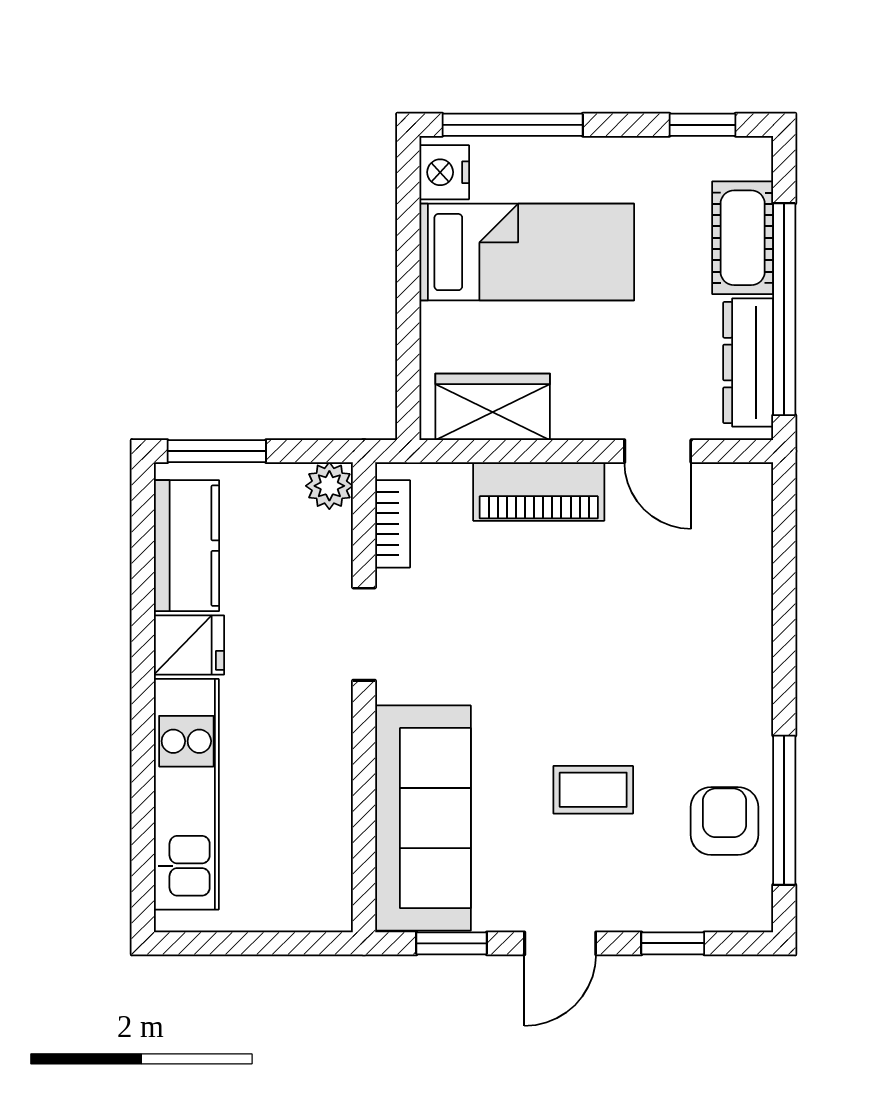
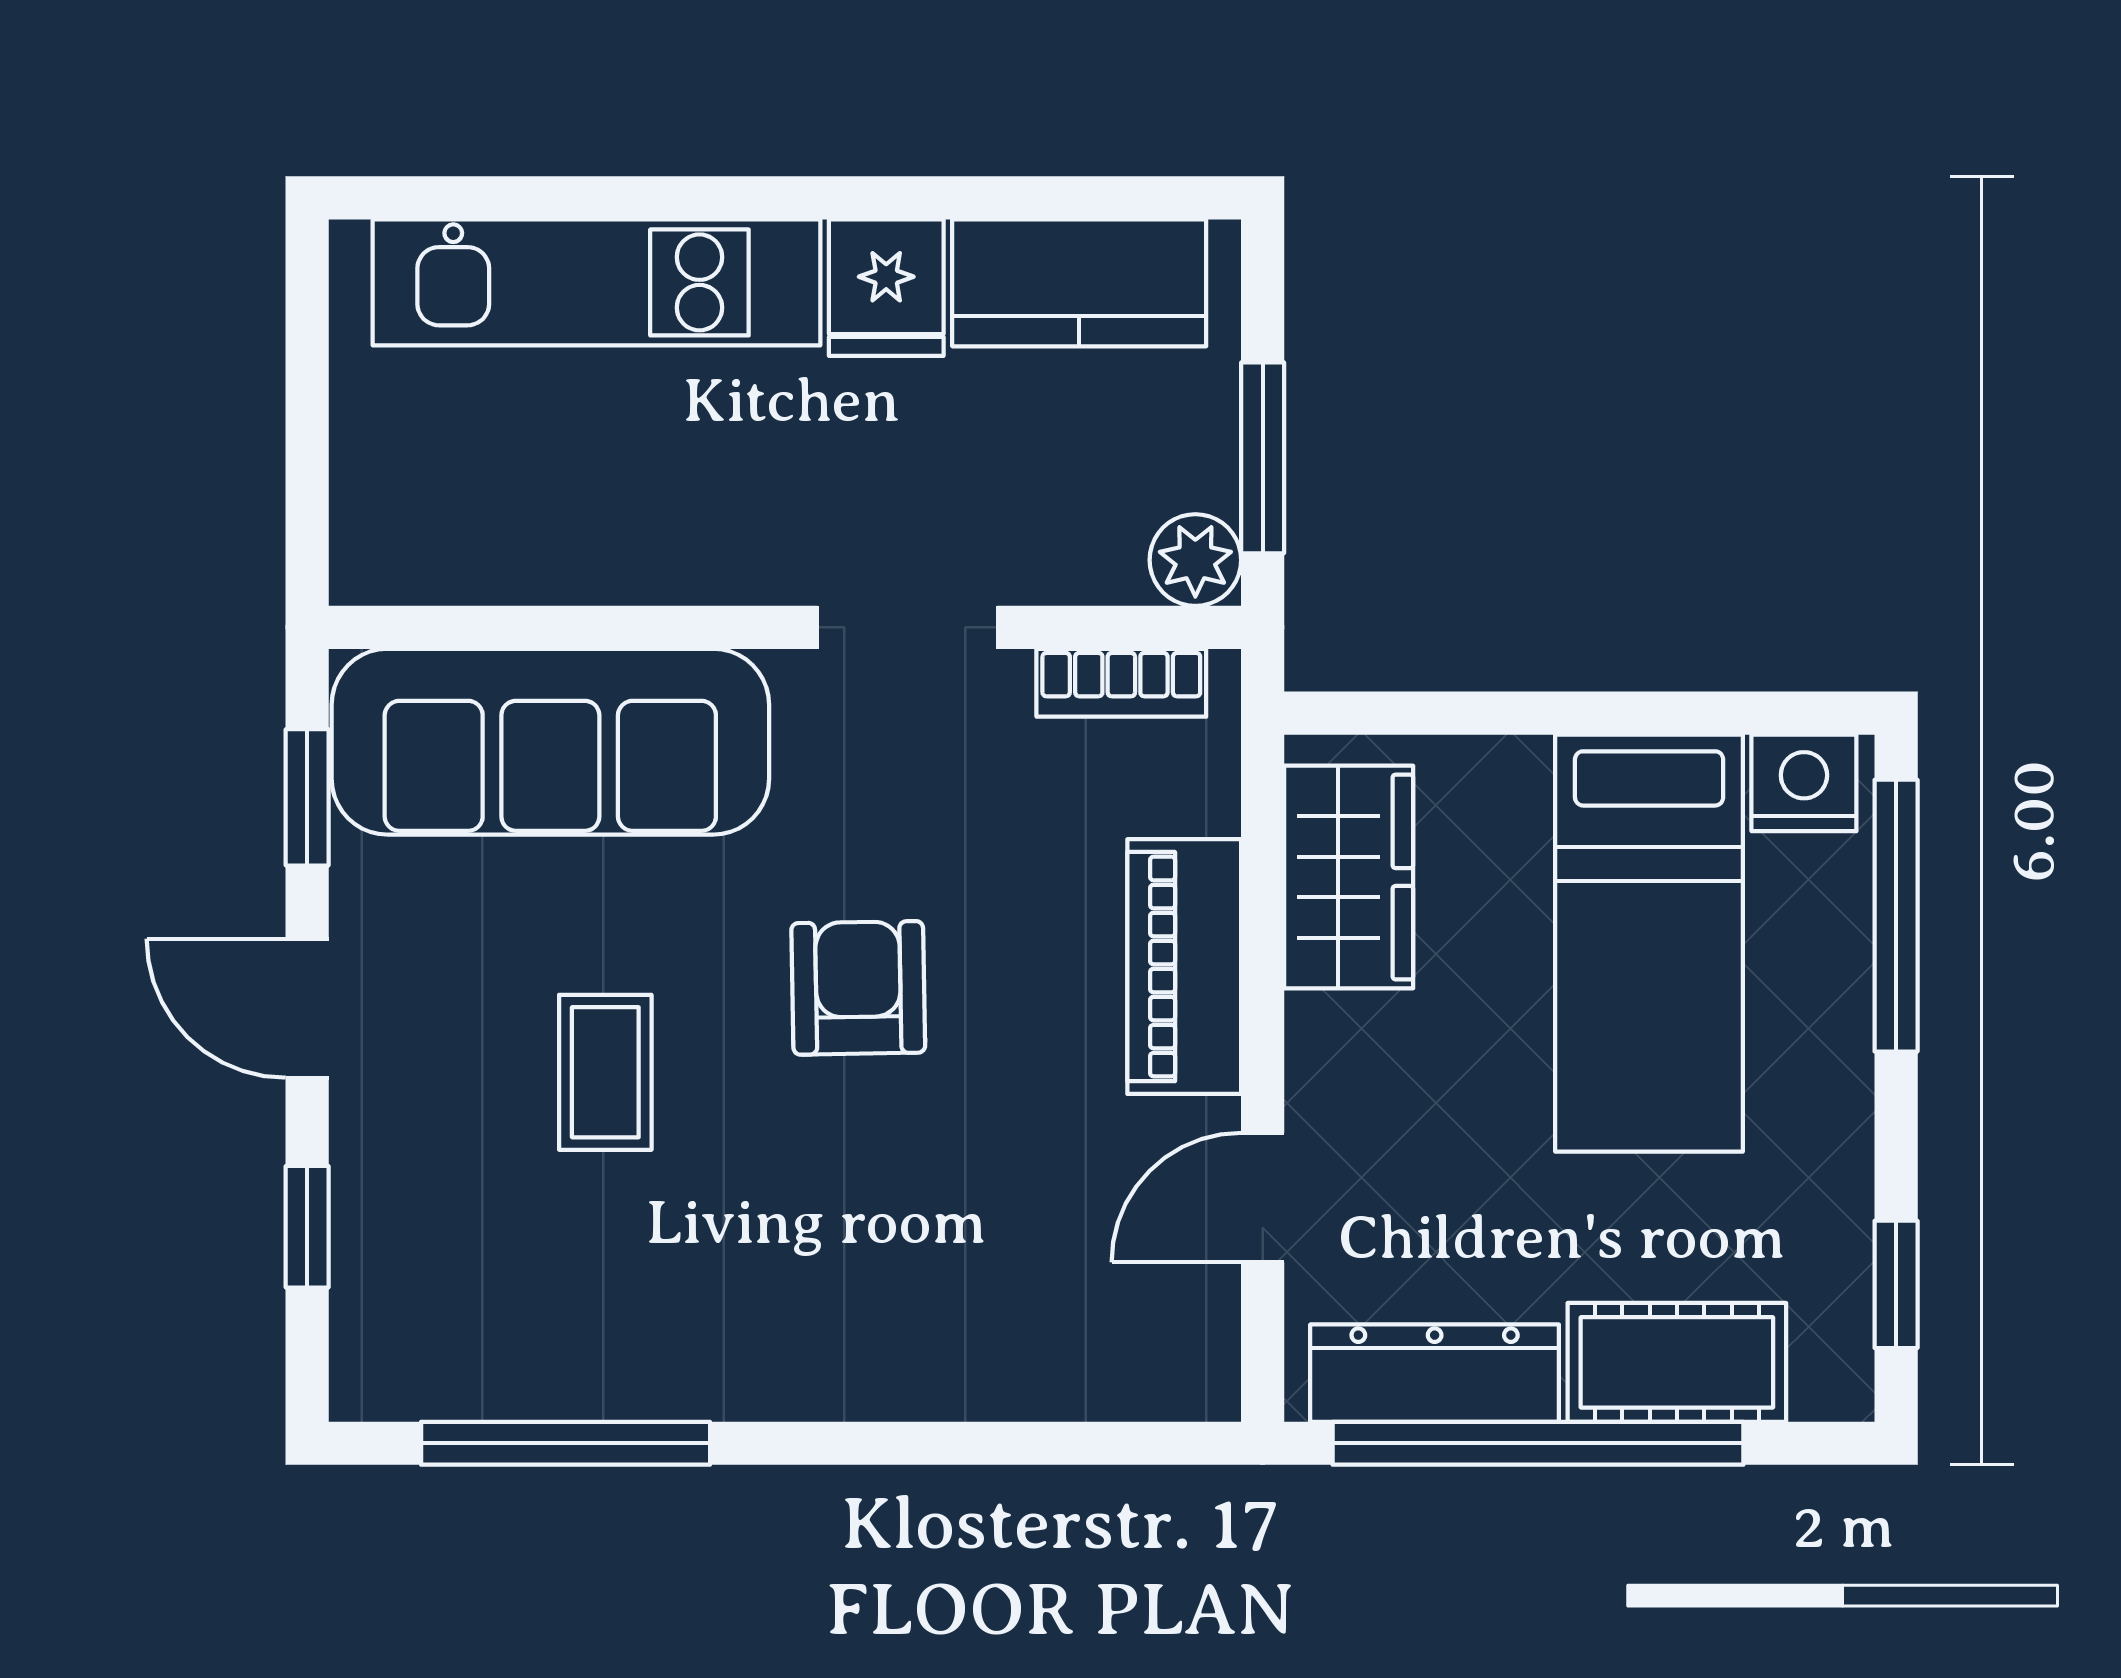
window: (217, 451) -> (1263, 458), moved
armchair: (724, 821) -> (858, 988), moved, turned -91

